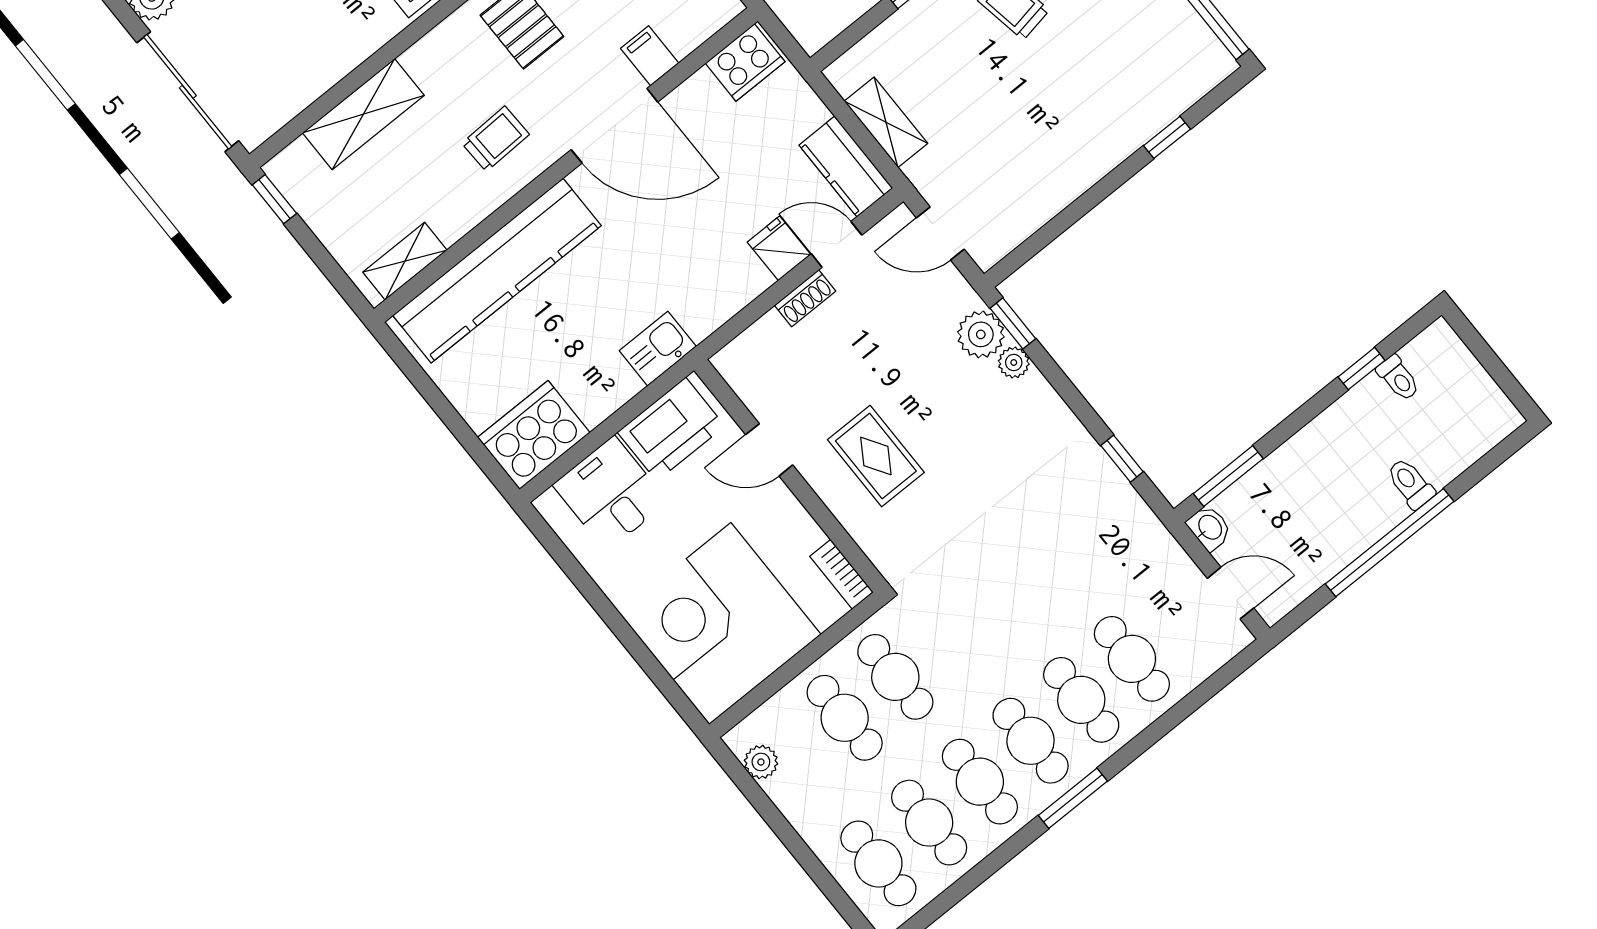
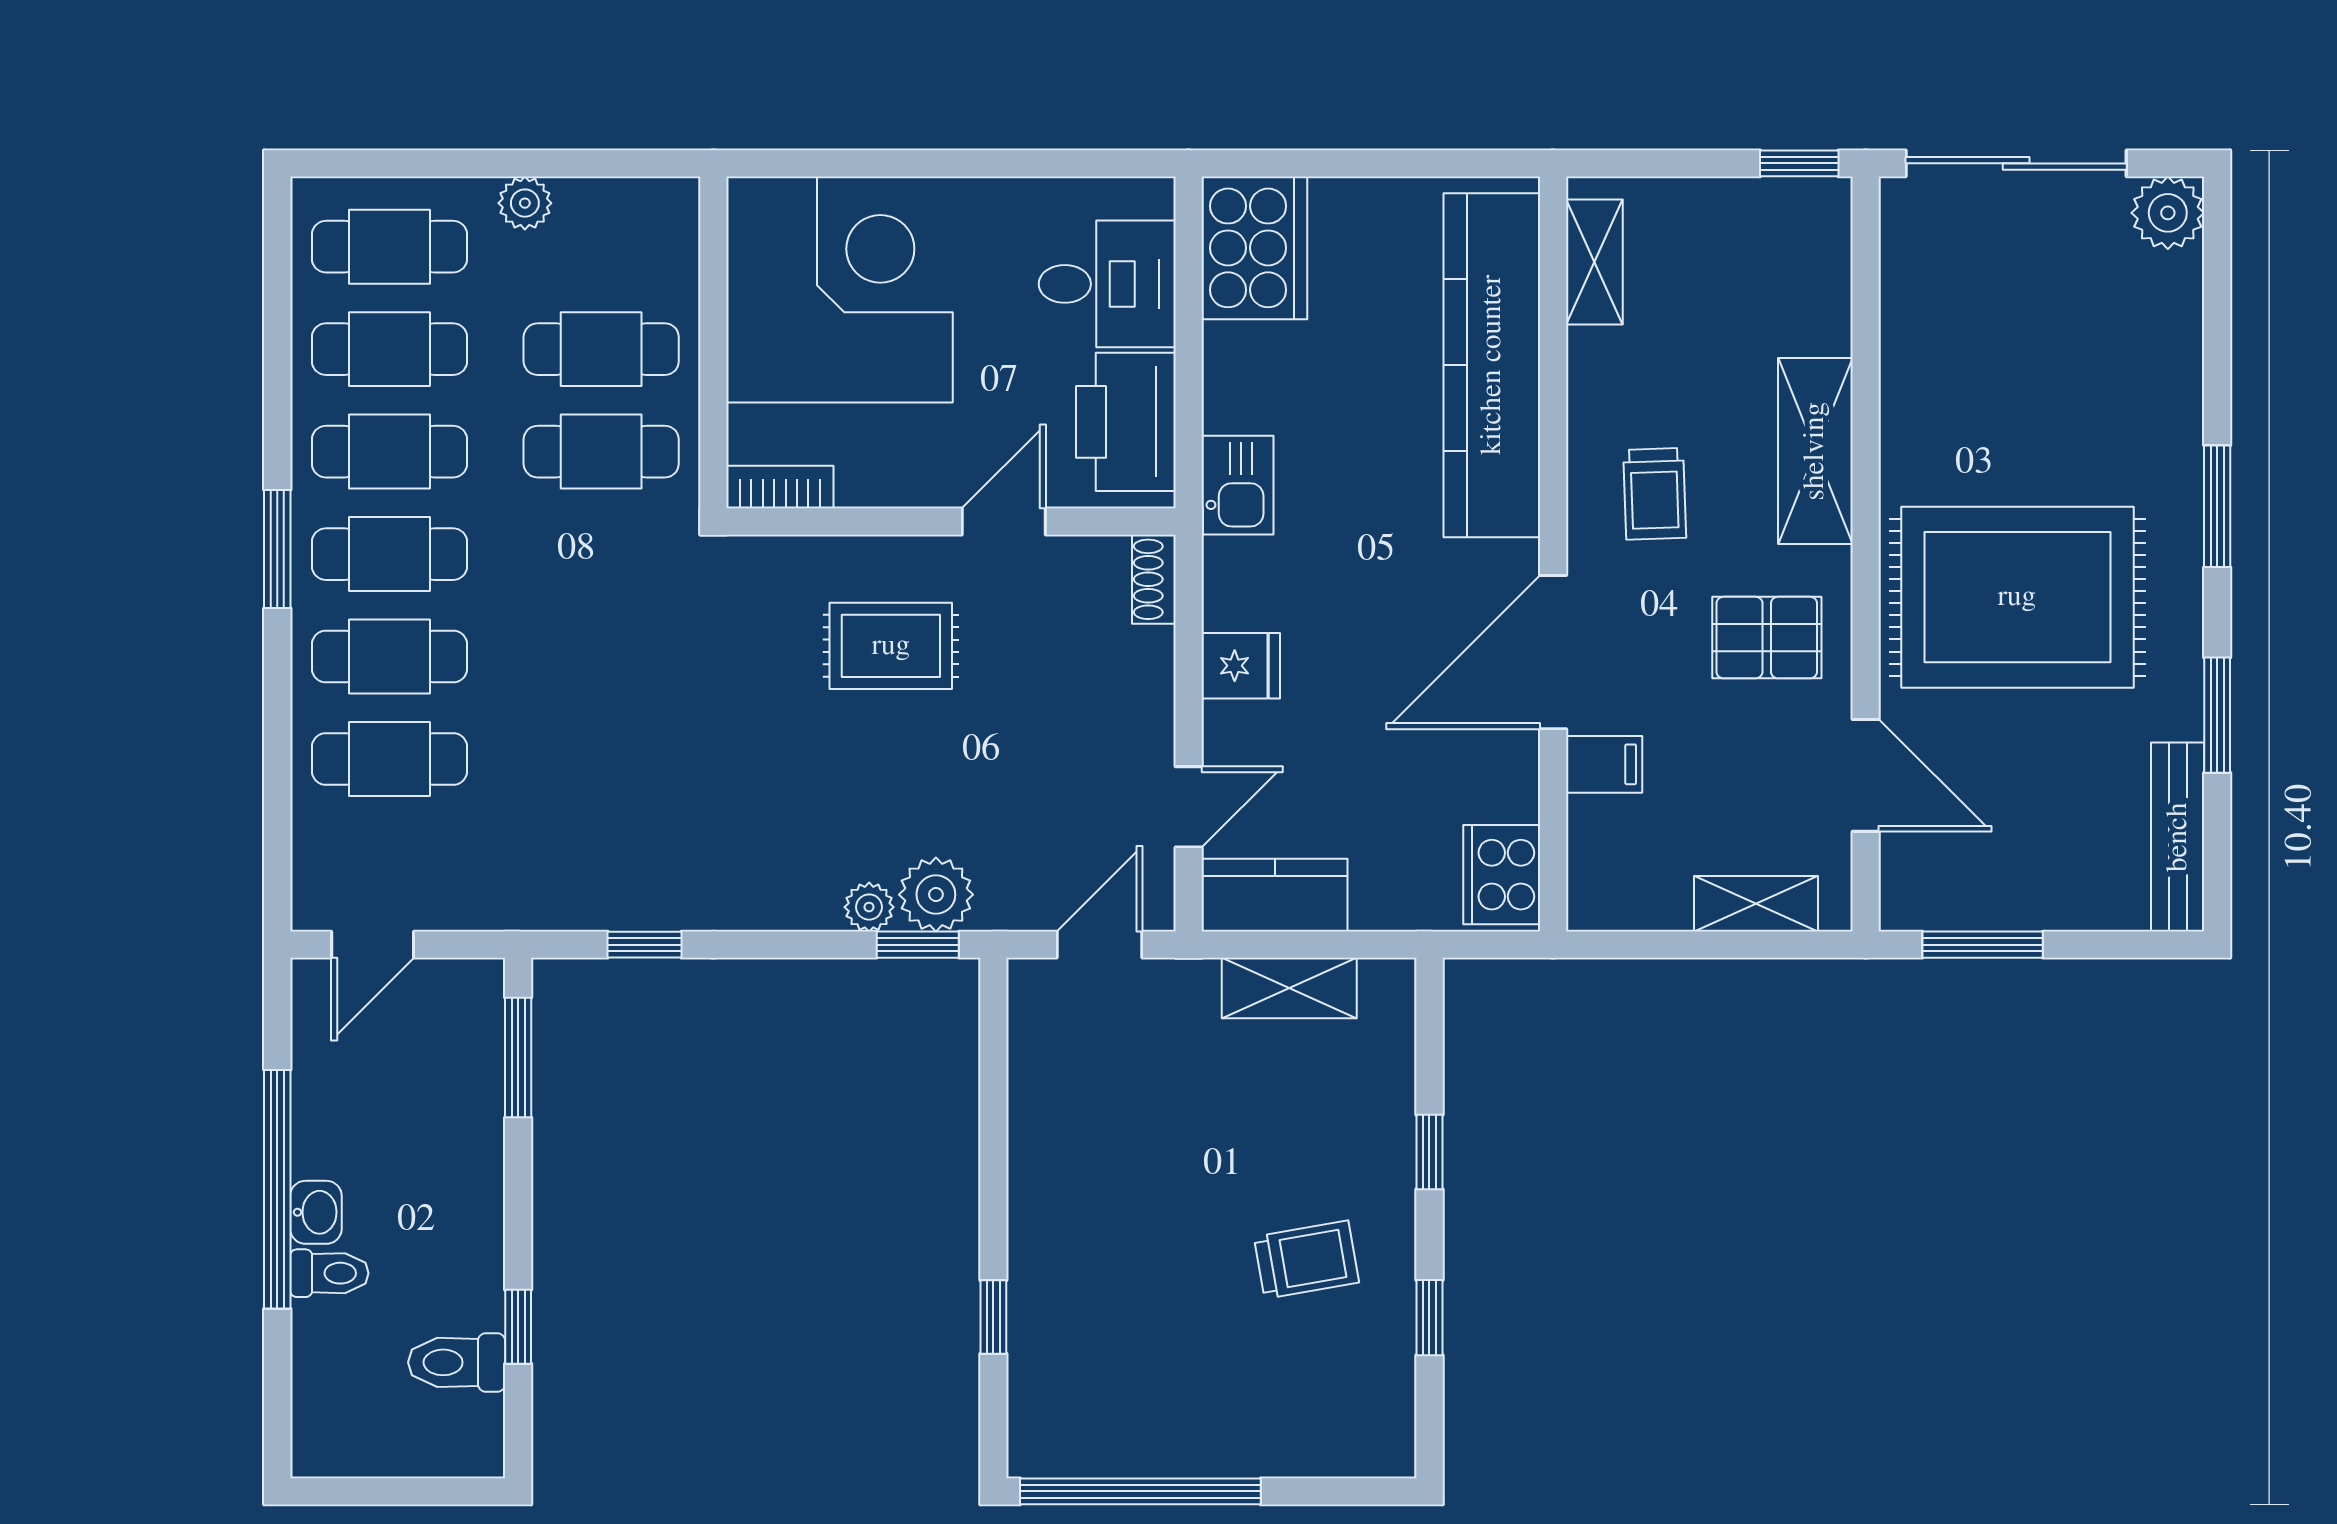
shelving: (363, 114) -> (1815, 451), moved
fridge: (779, 248) -> (1241, 666), moved
shoe rack: (805, 298) -> (1154, 579), moved
toilet: (1398, 378) -> (457, 1362), width x1.37, depth x1.39
washbasin: (1209, 528) -> (316, 1212), moved, turned -90
plant: (761, 762) -> (525, 203), moved

